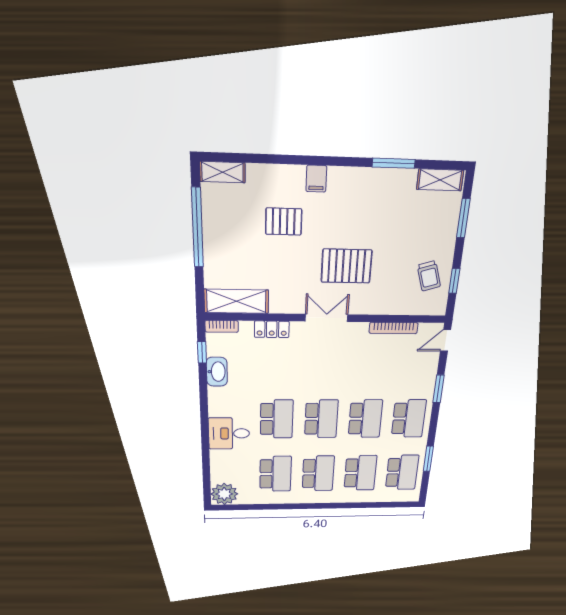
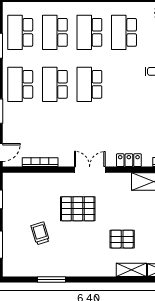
filing cabinet: (316, 179) -> (101, 268), removed
shelving: (440, 180) -> (131, 270), moved
trolley: (429, 276) -> (40, 233), moved
double door: (327, 318) -> (90, 170), swing flipped
school desk: (277, 419) -> (124, 84), removed

